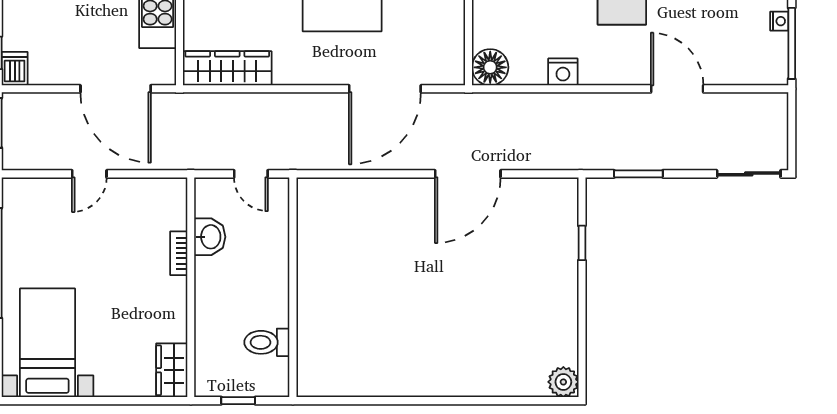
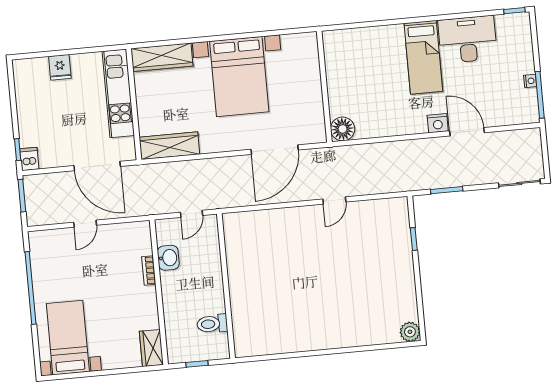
nightstand: (563, 72) -> (438, 123), moved
door: (251, 174) -> (191, 214), hinge flipped
door: (468, 174) -> (334, 201), width x0.53

